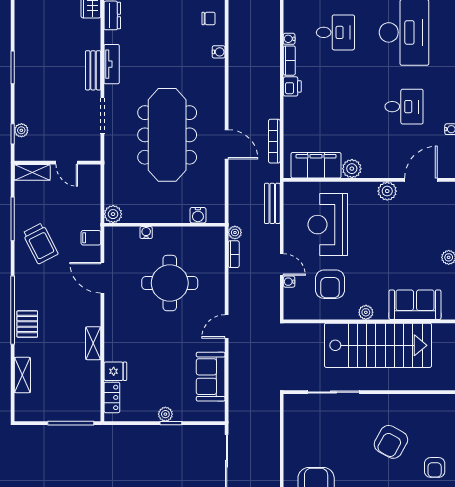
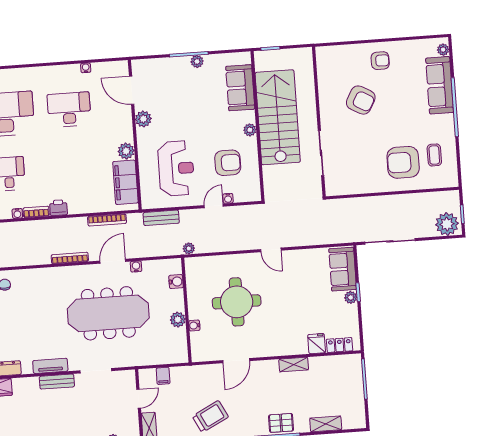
water cooler: (219, 52) -> (136, 266), moved
desk: (404, 107) -> (69, 110), width x1.37
plant: (113, 214) -> (178, 320), moved
reception desk: (328, 225) -> (176, 168), turned -90
filing cabinet: (91, 238) -> (163, 376), moved
bookcase: (234, 254) -> (70, 258), moved, width x1.56
sofa: (211, 377) -> (343, 269), moved, turned 90

